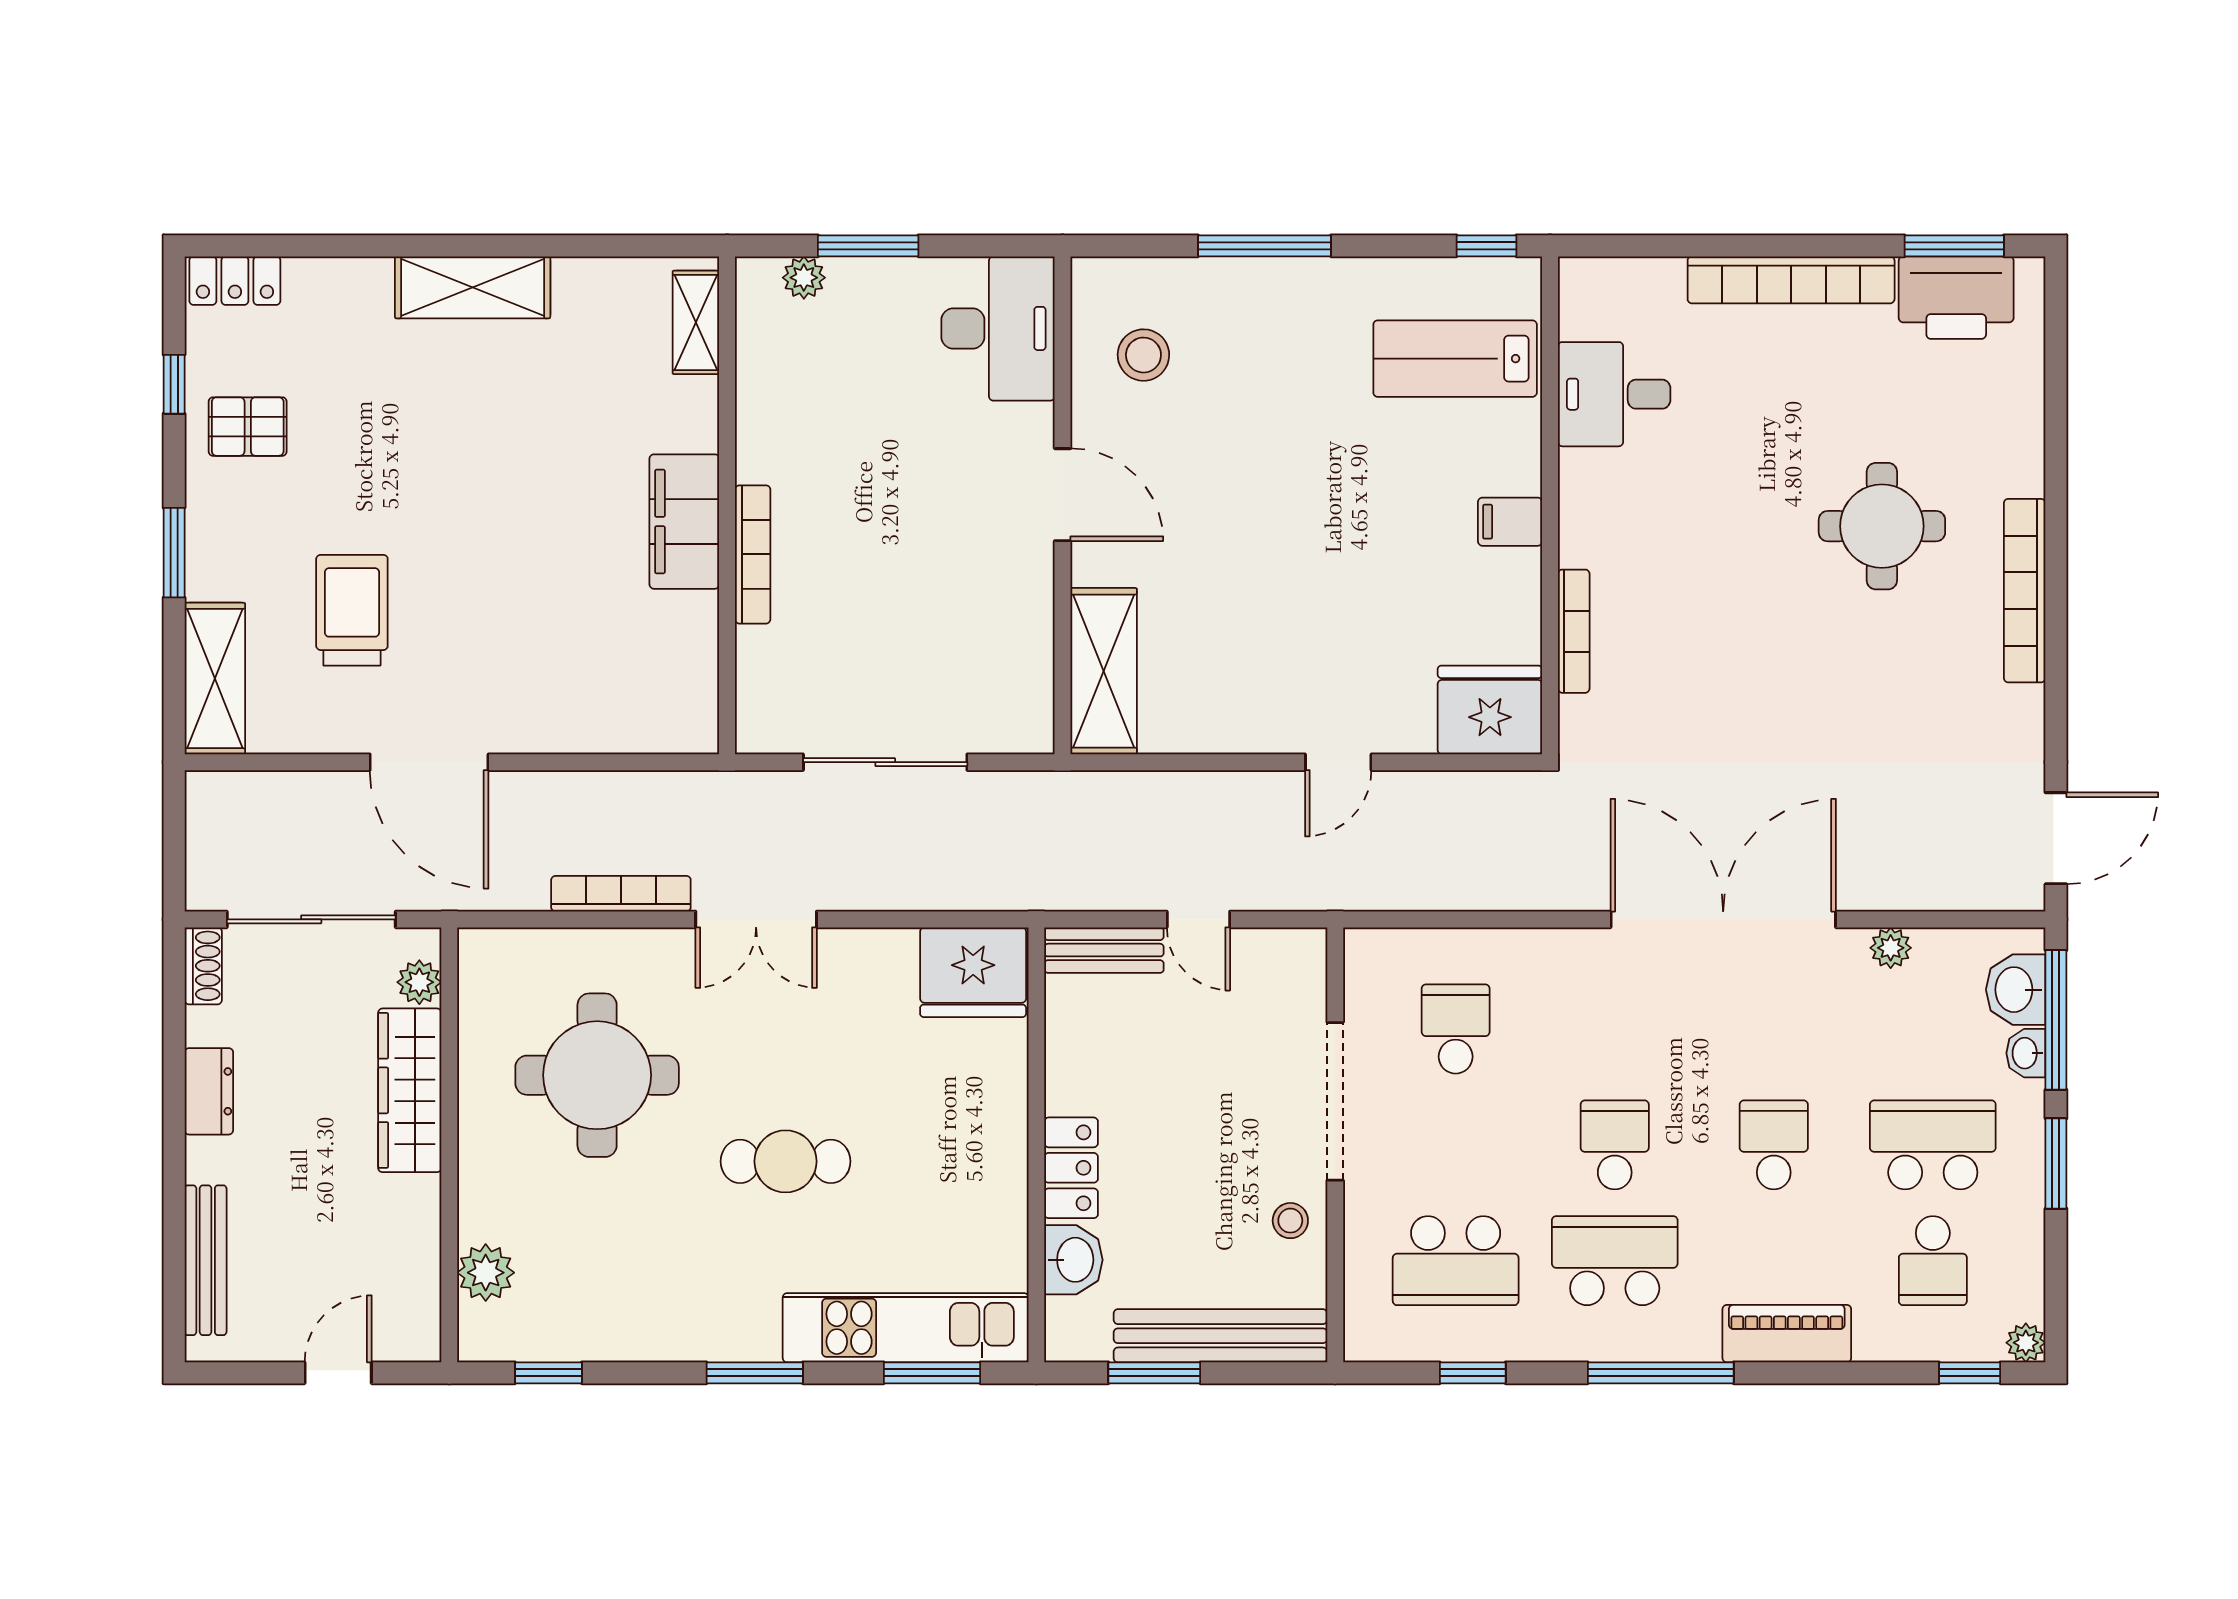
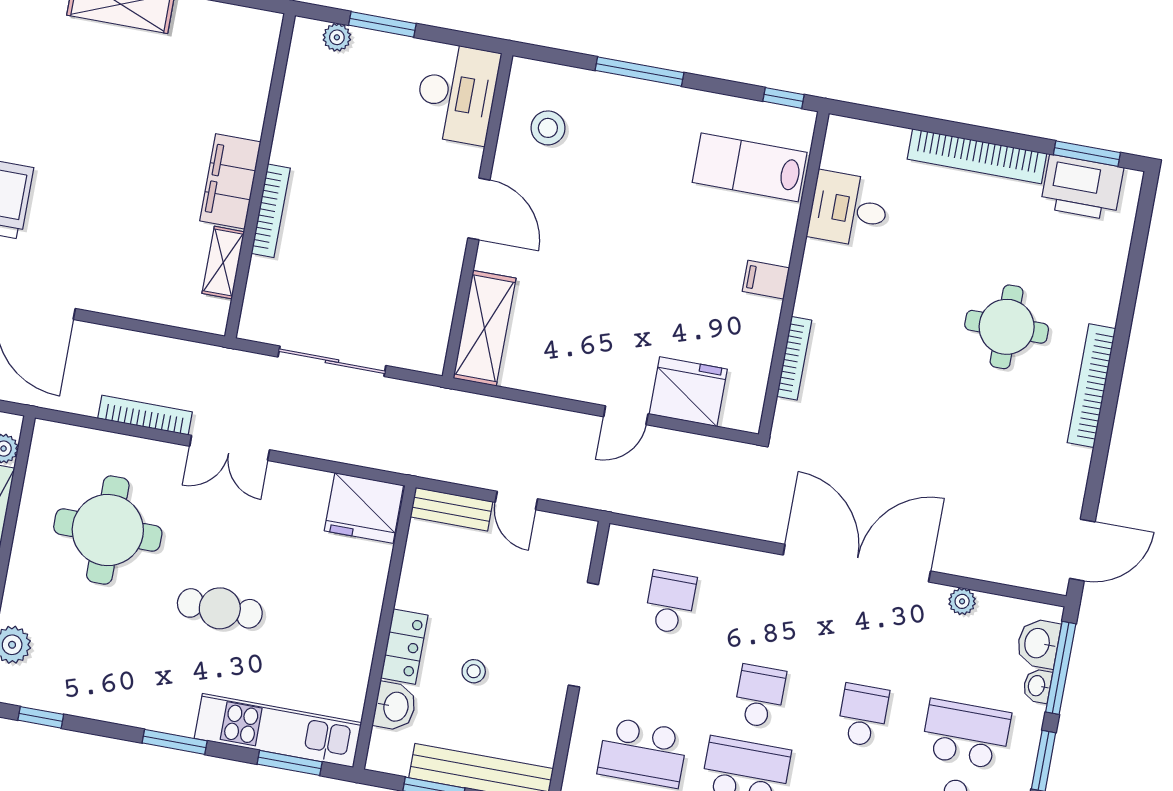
shelving: (696, 322) -> (223, 263), moved
fridge: (1490, 710) -> (688, 392), moved
stool: (1290, 1221) -> (474, 671), moved

